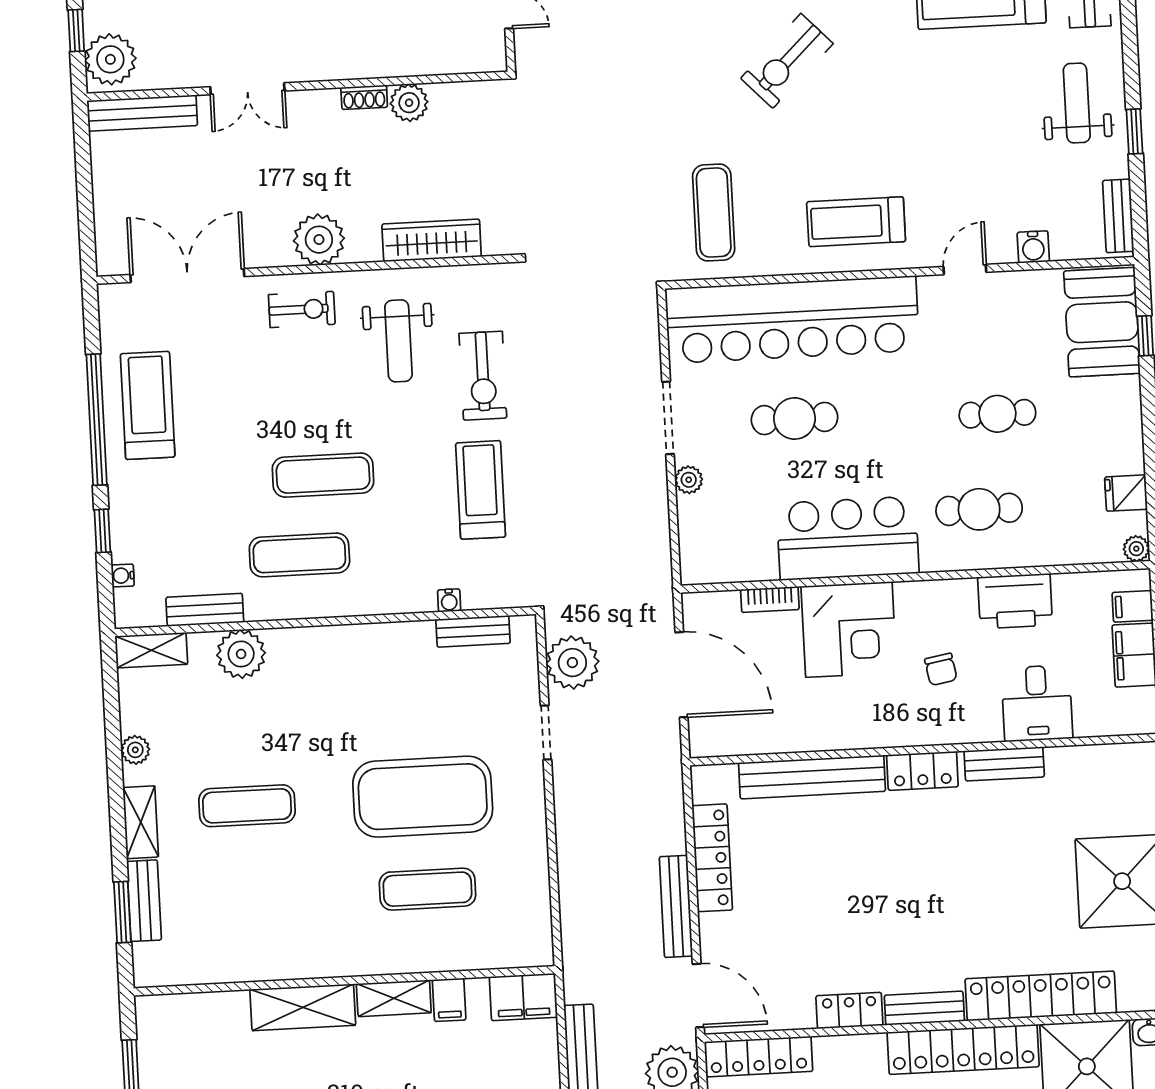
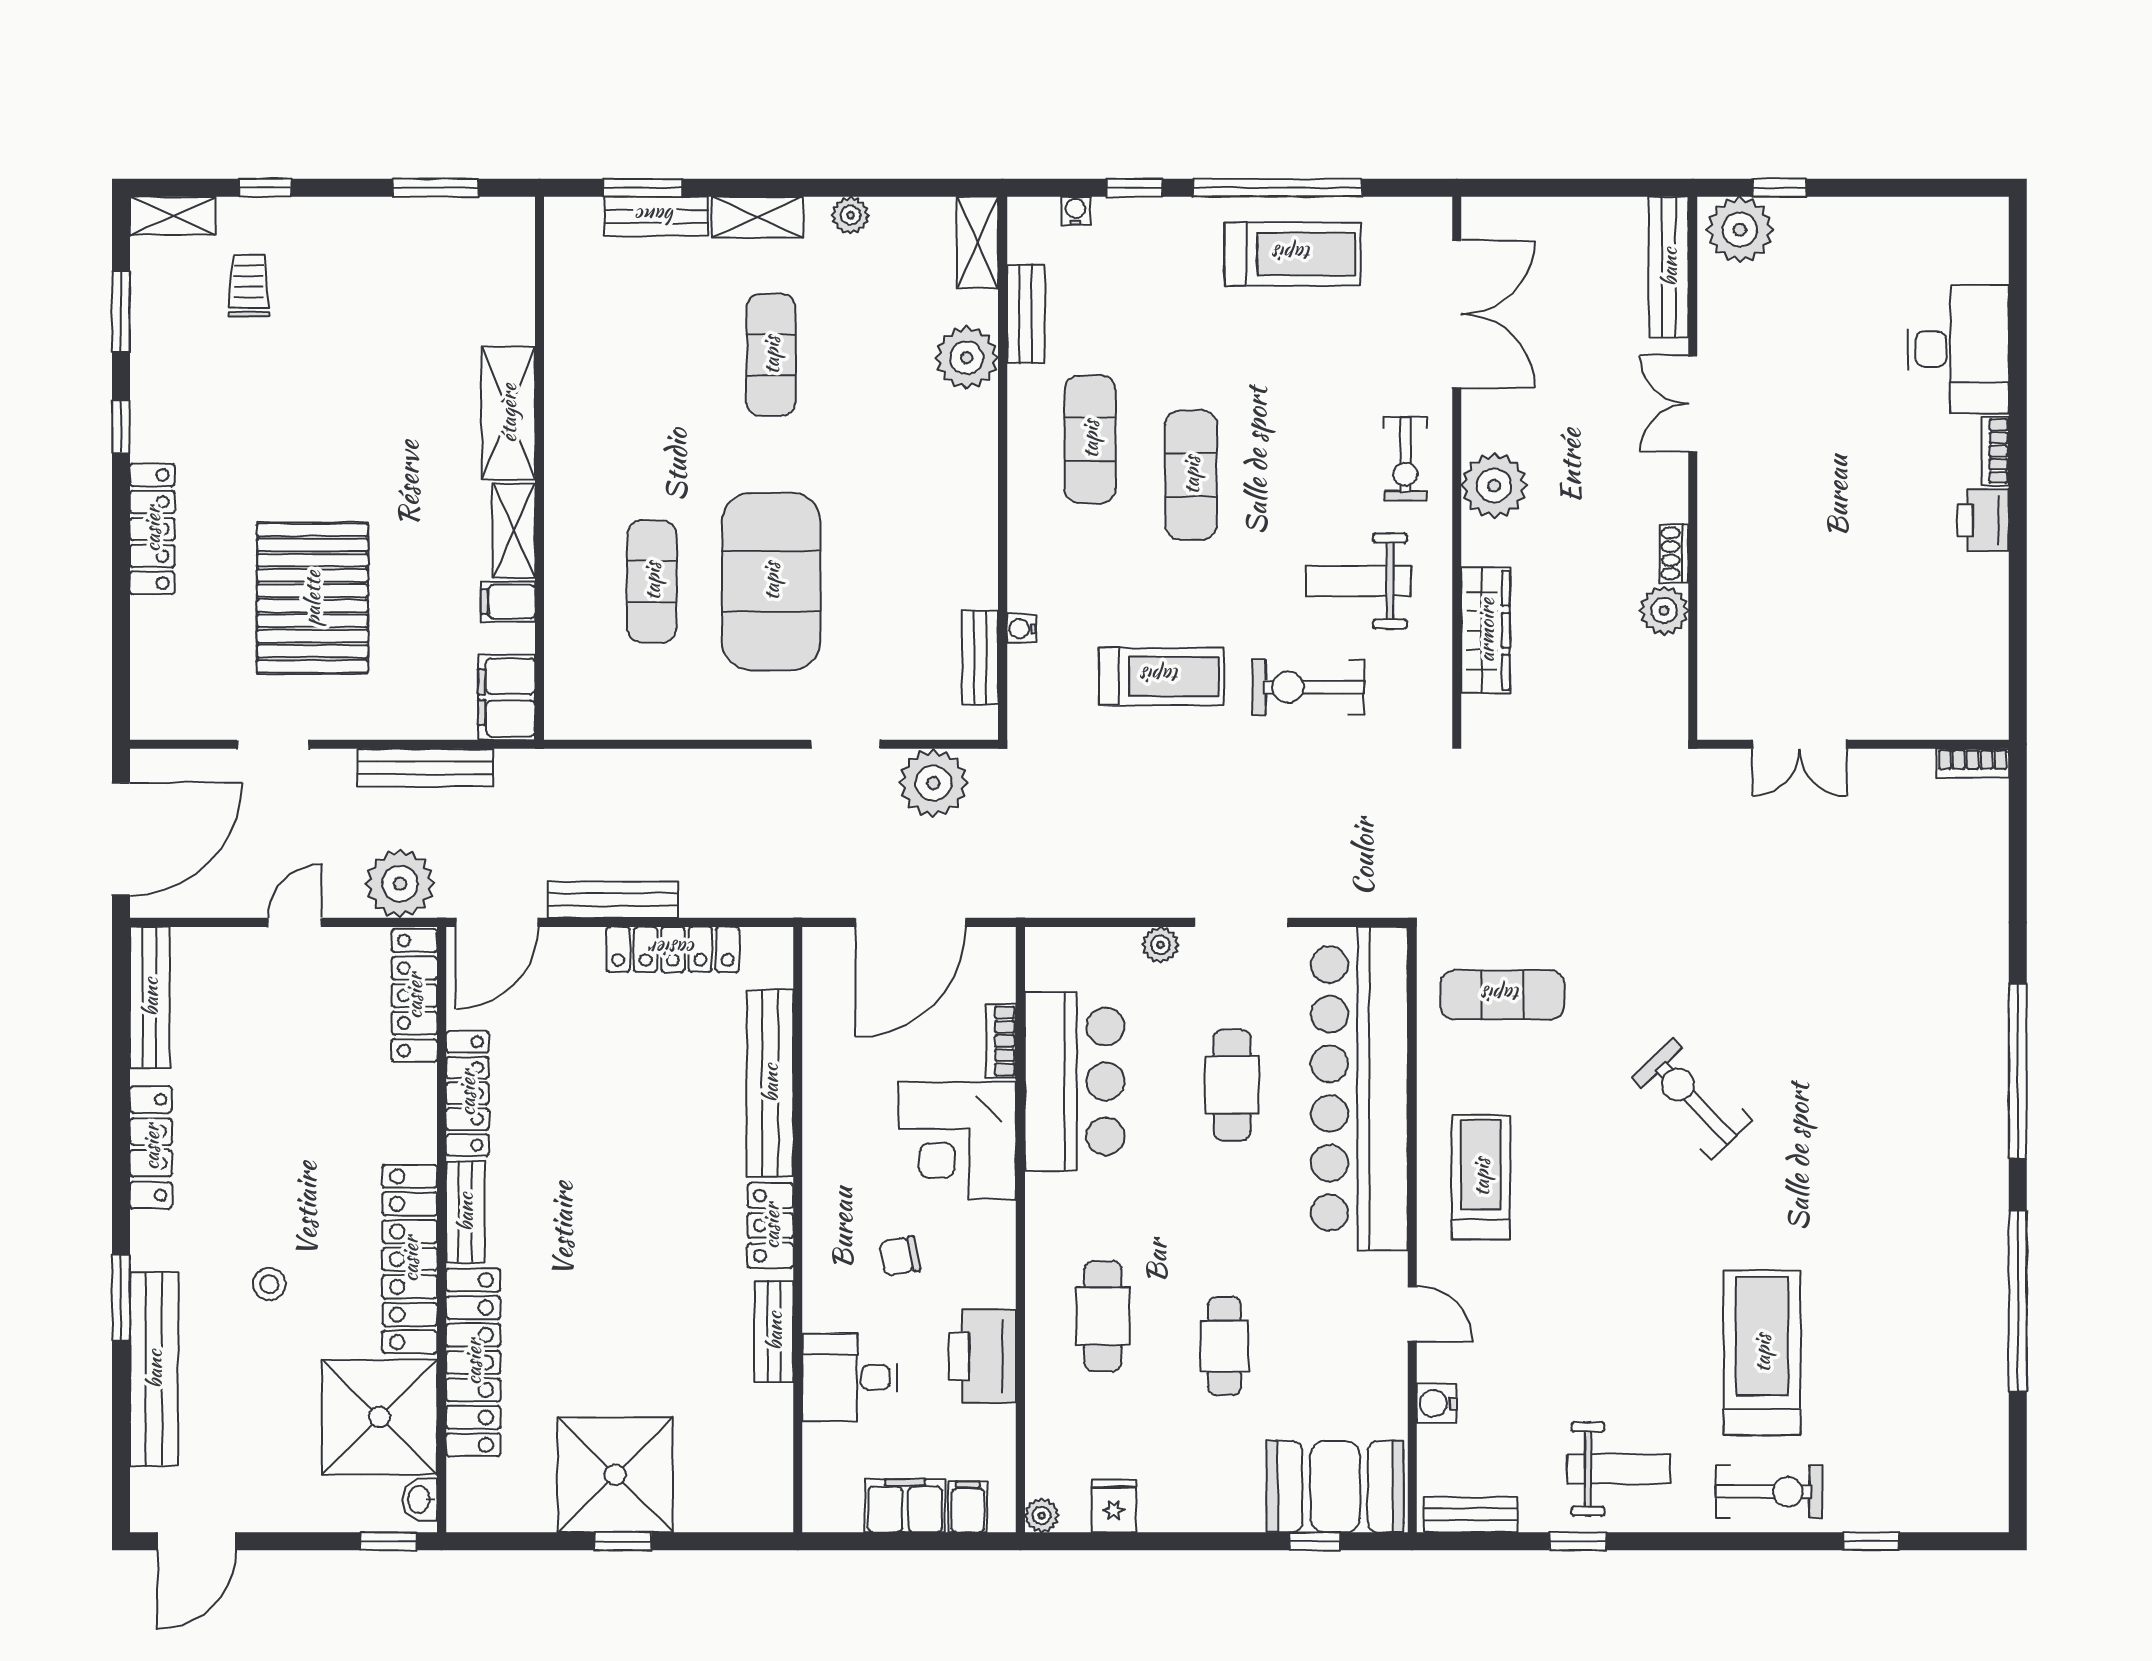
bar counter: (848, 538) -> (1075, 1081), moved
locker: (849, 1011) -> (467, 1093), width x1.53

